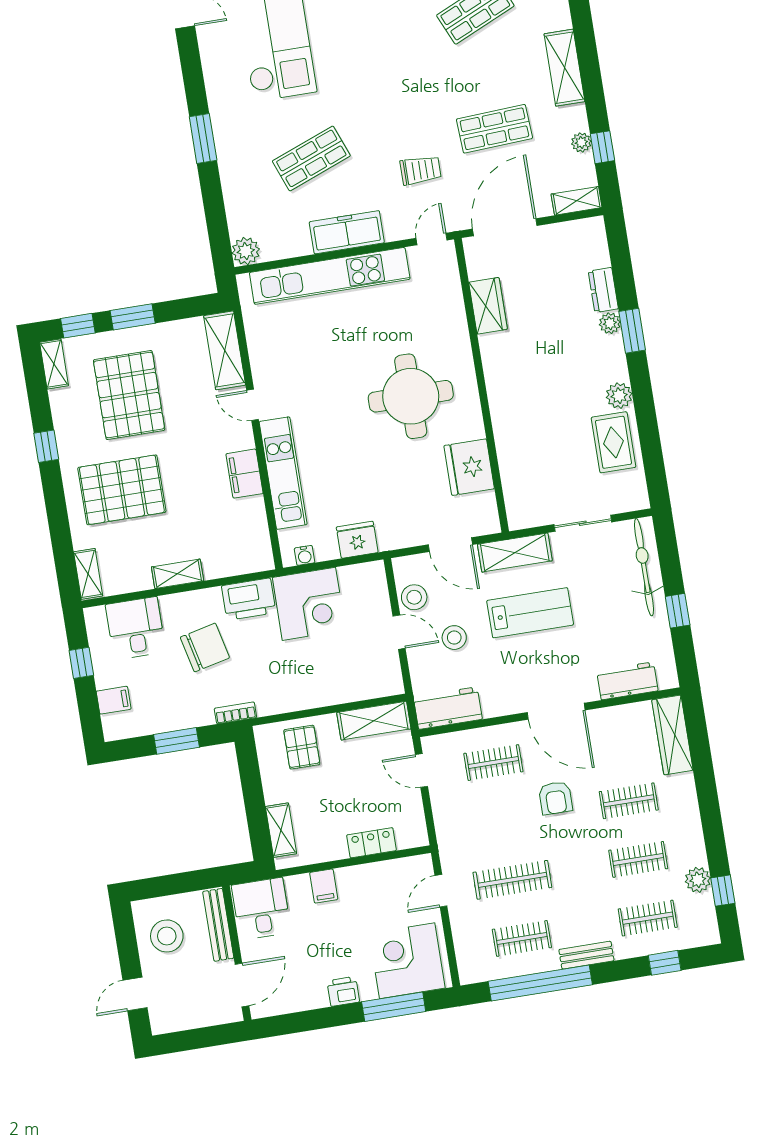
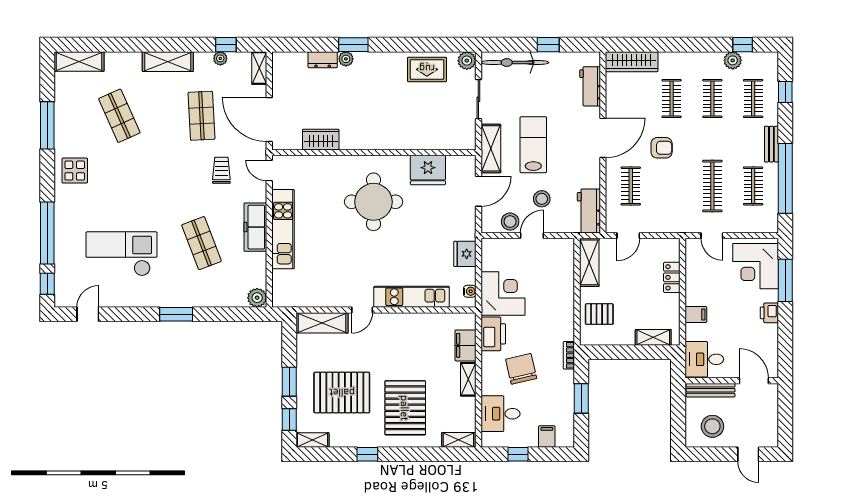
kitchen unit: (330, 276) -> (283, 229), width x0.73
plant: (619, 396) -> (467, 61), moved
filing cabinet: (245, 474) -> (465, 345), moved, turned 90

